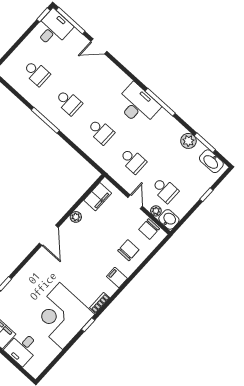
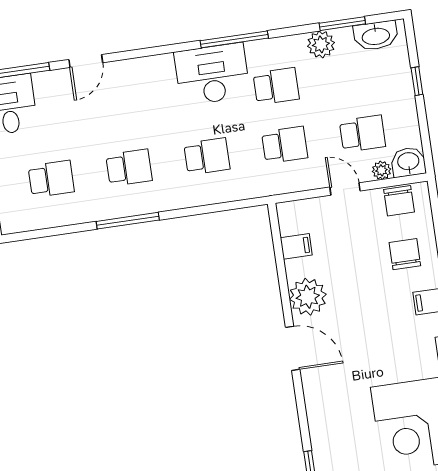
school desk: (155, 136) -> (276, 86), added
filing cabinet: (98, 197) -> (296, 246), width x0.50
plant: (76, 217) -> (308, 297), width x1.88, depth x1.88

